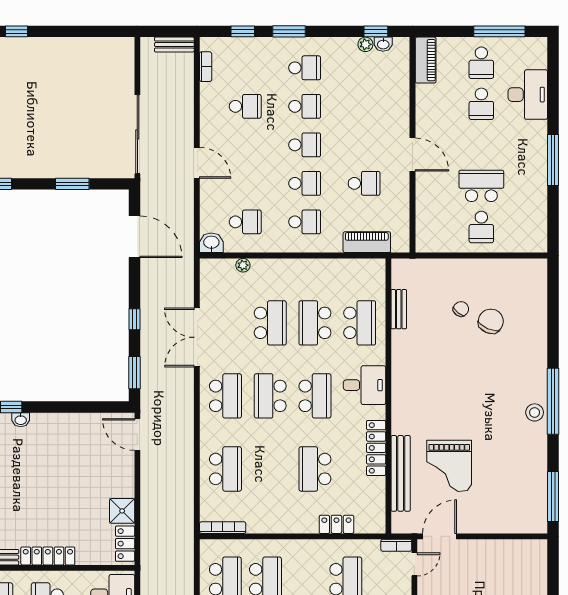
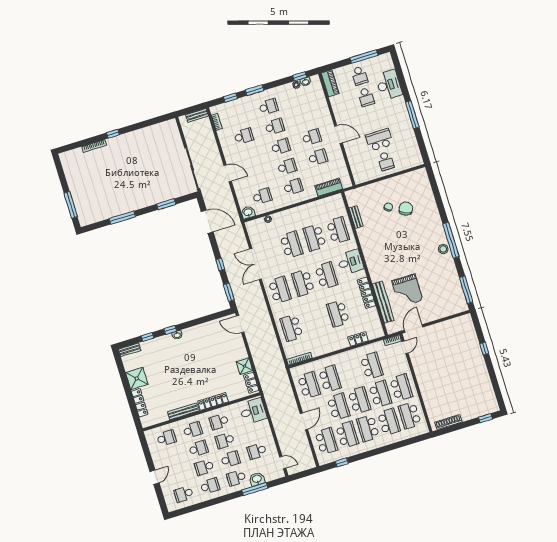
school desk: (364, 145) -> (312, 137), added
school desk: (225, 469) -> (291, 328), turned 180

